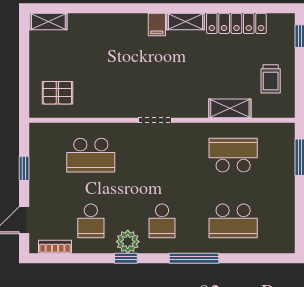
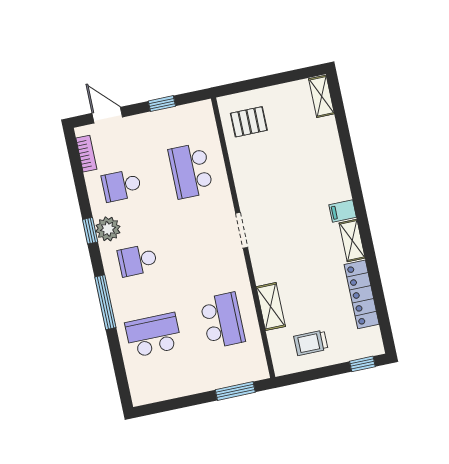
pallet: (57, 93) -> (249, 122), turned 90
school desk: (233, 221) -> (153, 335), turned 90

